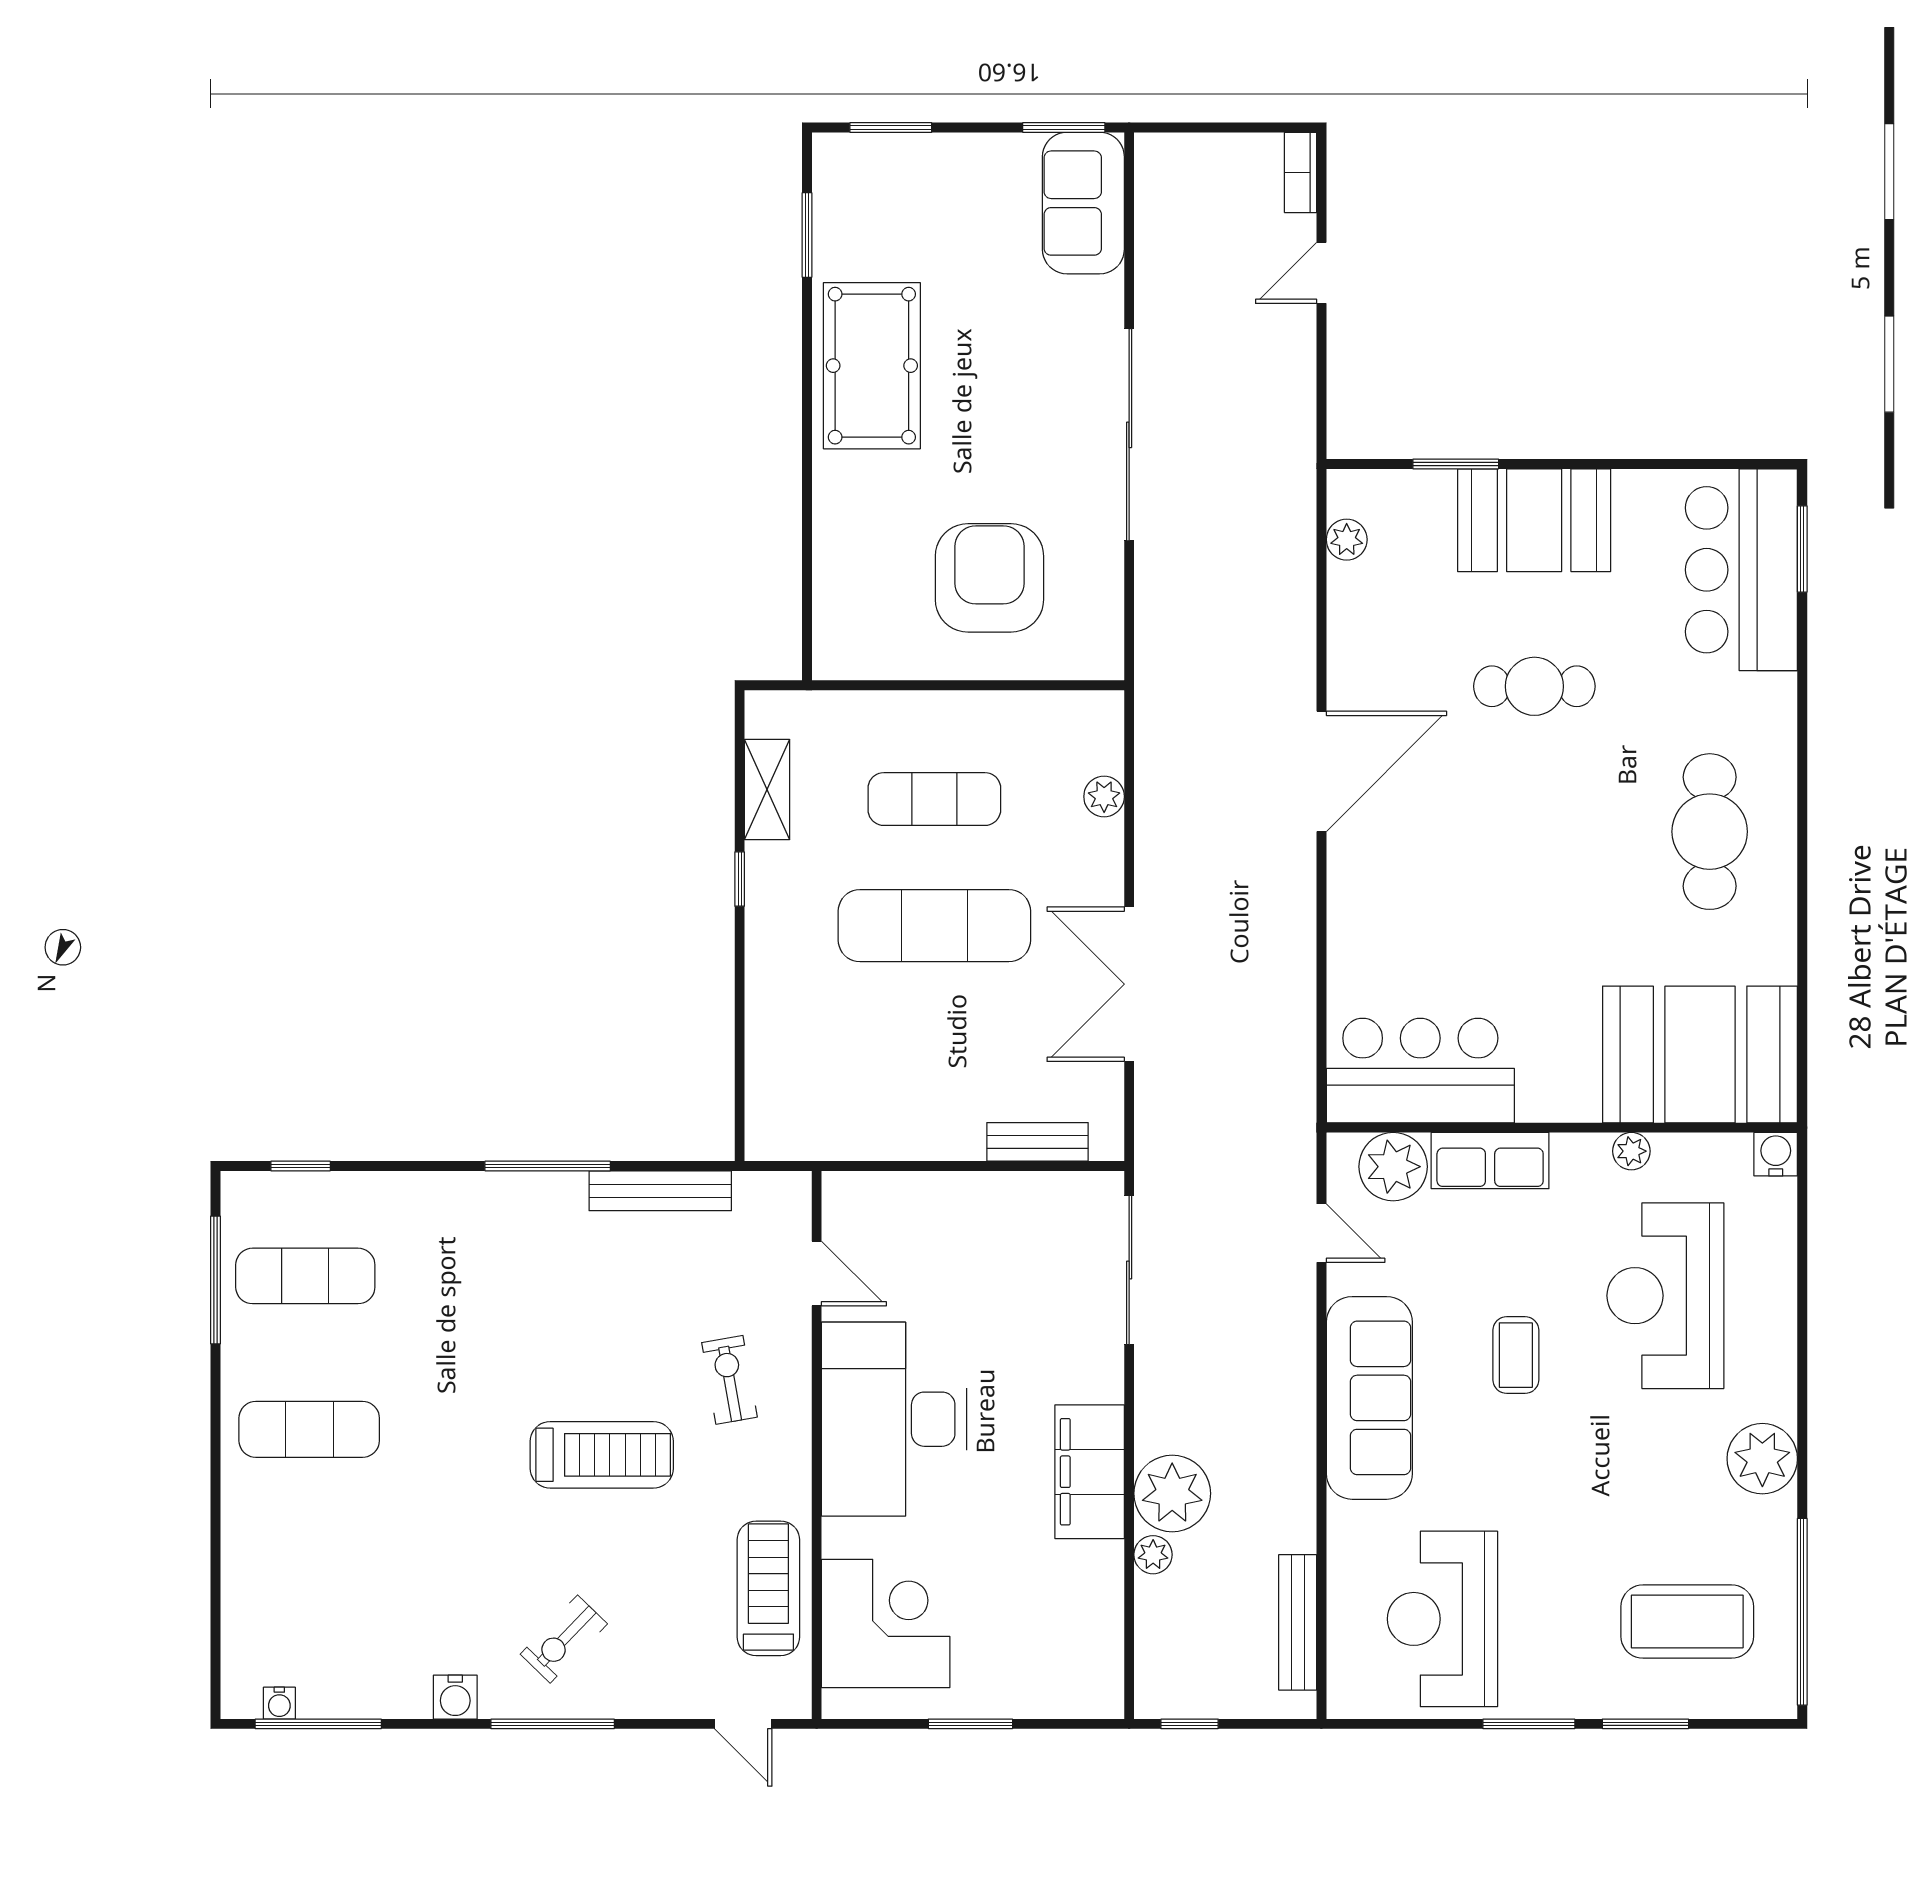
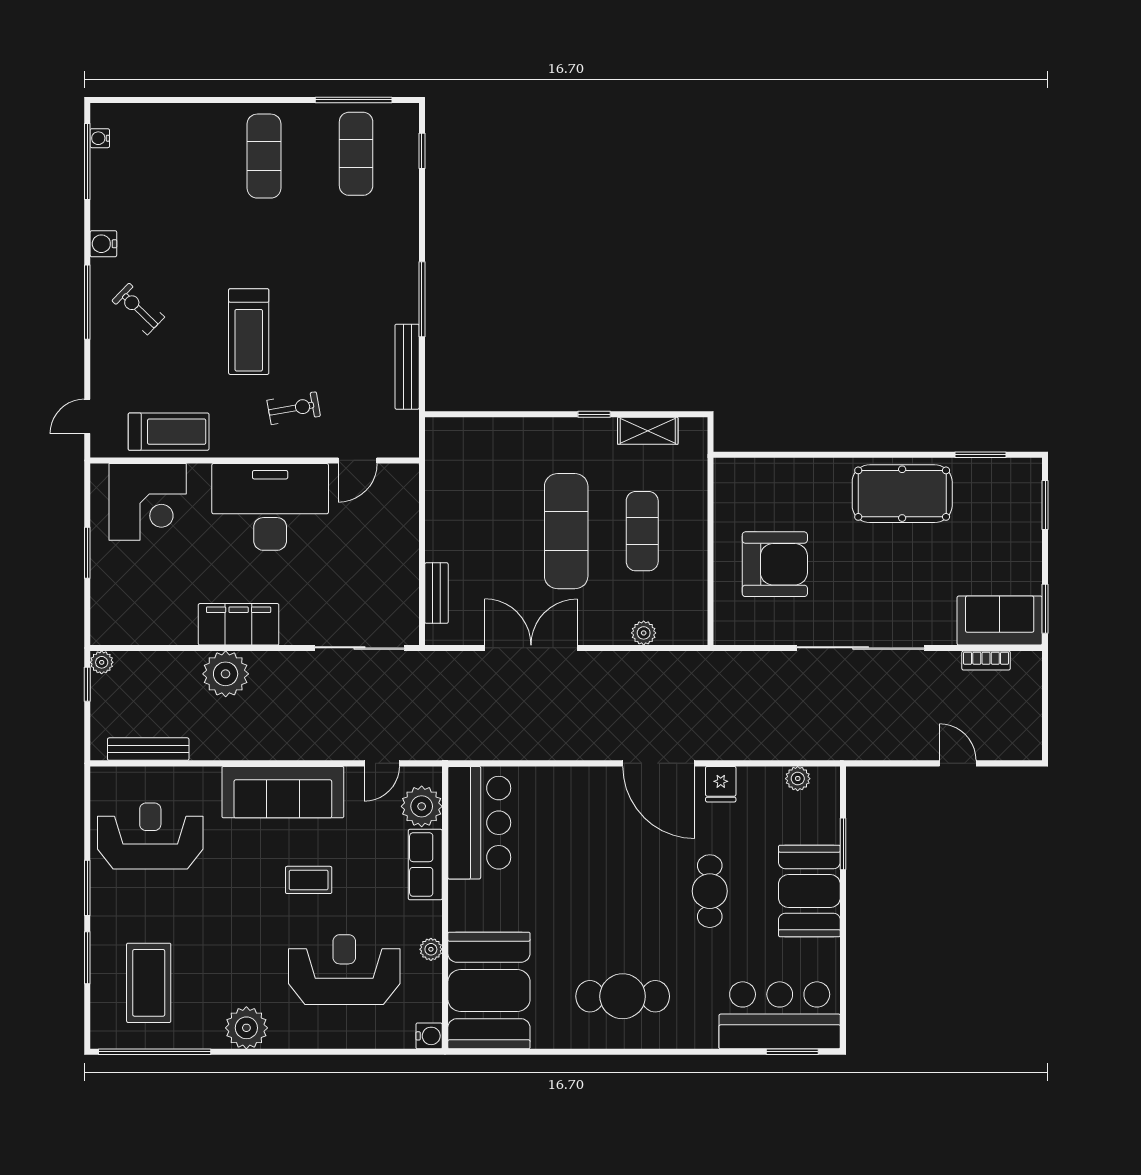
bookcase: (1301, 172) -> (986, 661), moved, turned 180
fridge: (1356, 668) -> (721, 784), added
plant: (1153, 1555) -> (102, 662), moved

